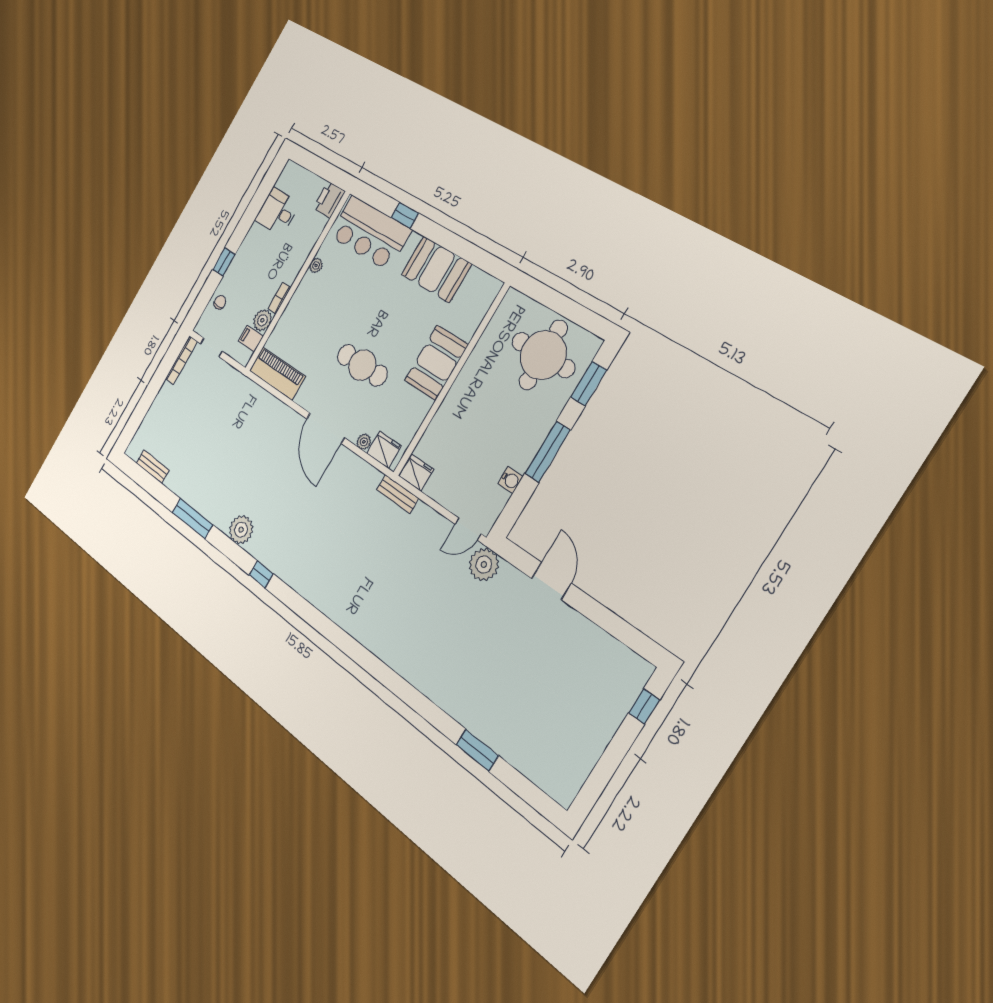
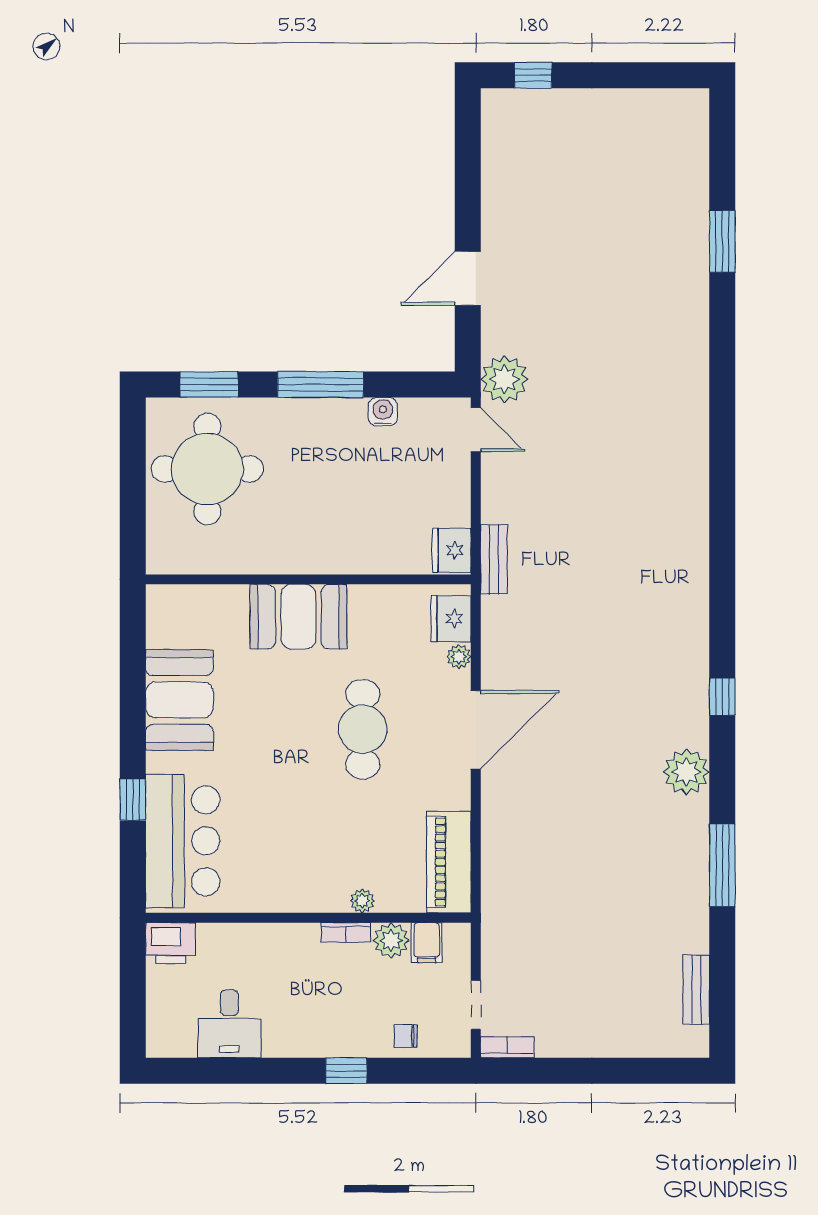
plant: (316, 265) -> (362, 901), moved
bookcase: (181, 360) -> (507, 1047), width x0.64

